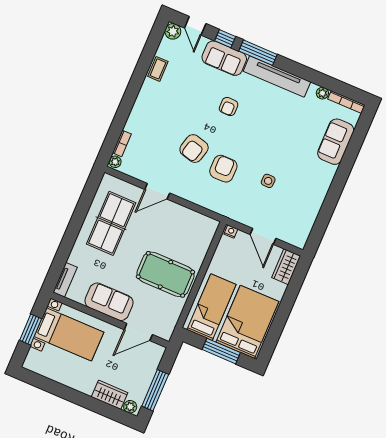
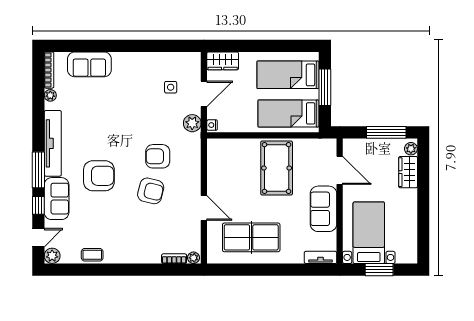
armchair: (229, 107) -> (99, 176), width x1.88, depth x1.88
side table: (268, 181) -> (171, 87), moved
plant: (240, 214) -> (192, 123), added
bed: (247, 322) -> (288, 75), width x0.67

